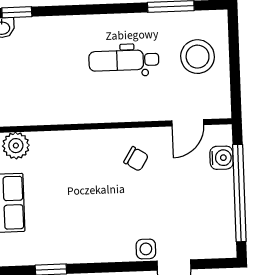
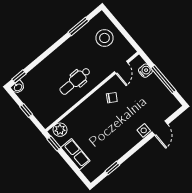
dental chair: (124, 60) -> (75, 81), moved
window: (239, 193) -> (163, 79), width x0.68

